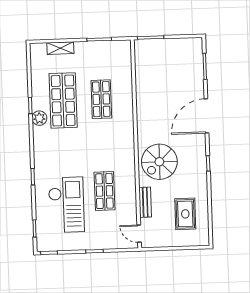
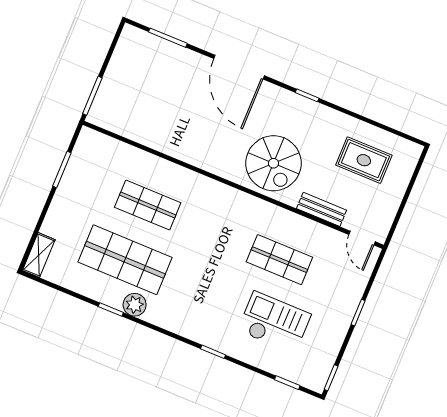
shelving: (60, 48) -> (39, 255), moved
checkout: (66, 205) -> (274, 322), width x0.73, depth x0.83
door: (139, 234) -> (362, 238), hinge flipped

